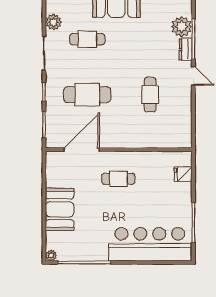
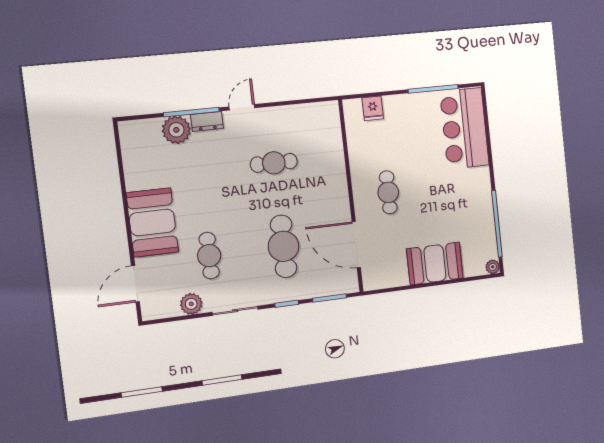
bar counter: (150, 244) -> (464, 128), width x0.73

